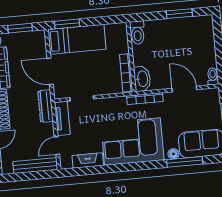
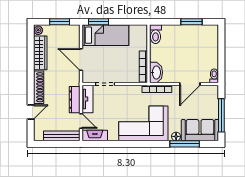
door: (184, 89) -> (190, 84), swing flipped
dresser: (46, 106) -> (75, 100), moved
door: (57, 146) -> (81, 121), swing flipped
fireplace: (88, 160) -> (95, 136), moved

